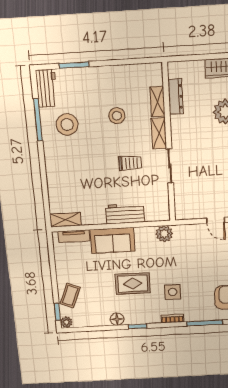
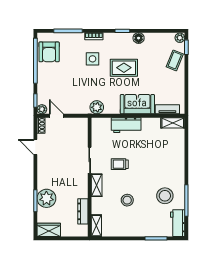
shelving: (158, 102) -> (96, 226), moved

